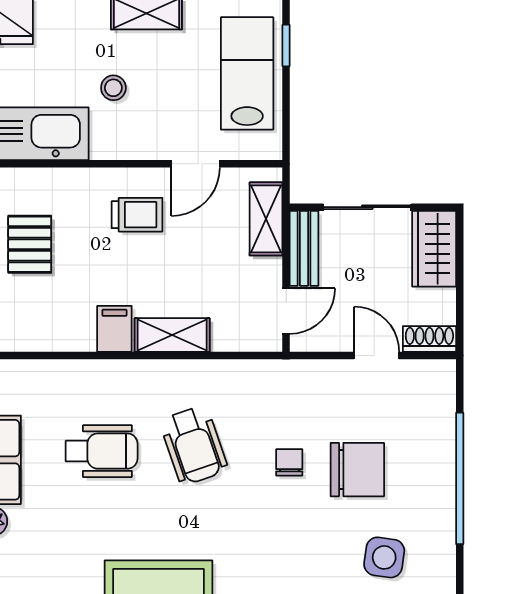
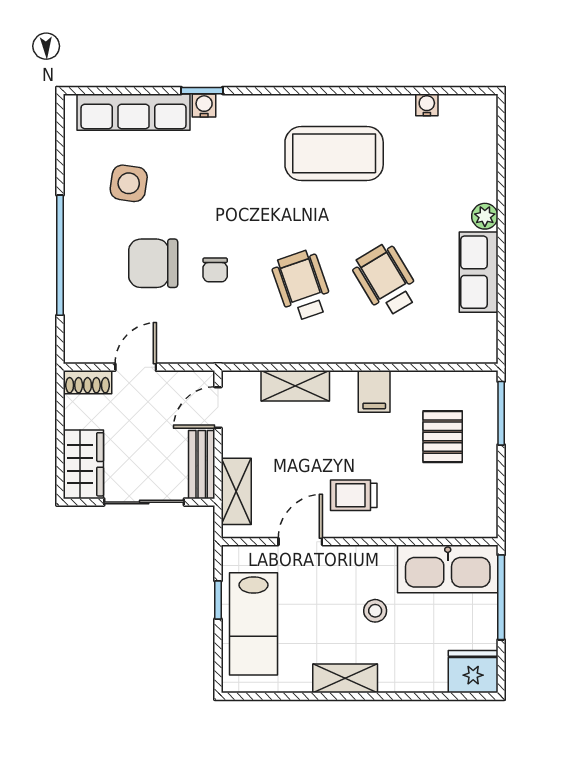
window: (286, 45) -> (218, 600), moved
pallet: (30, 244) -> (443, 437), moved
shelving: (172, 335) -> (295, 386), moved
door: (377, 356) -> (136, 367), swing flipped
wheelchair: (102, 451) -> (386, 280), turned 59

